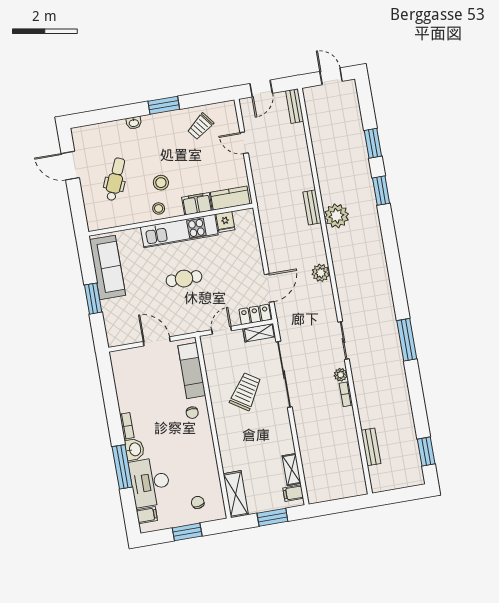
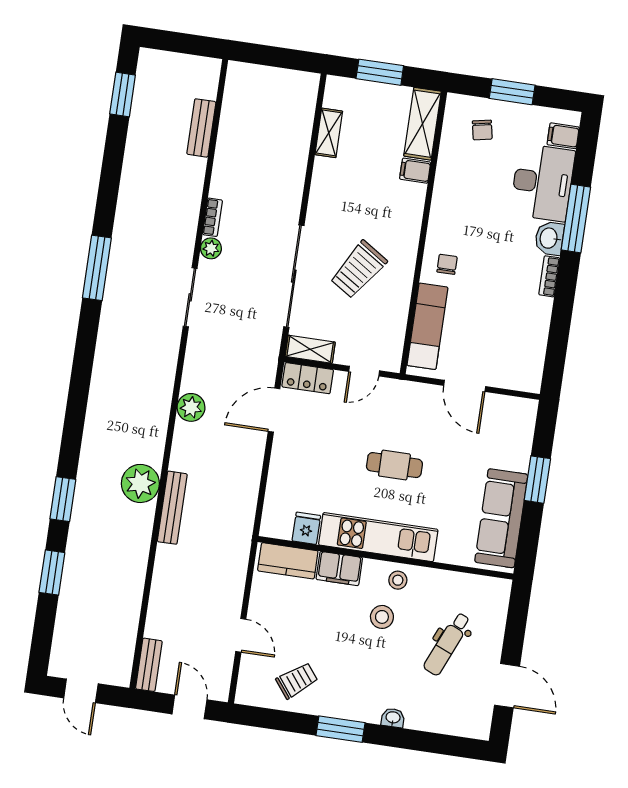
door: (261, 88) -> (189, 707), hinge flipped
bench: (312, 207) -> (172, 508), width x1.36
filing cabinet: (293, 493) -> (415, 171), moved, turned 180

